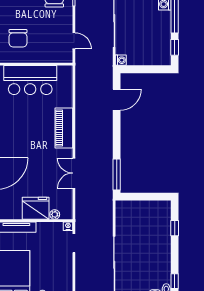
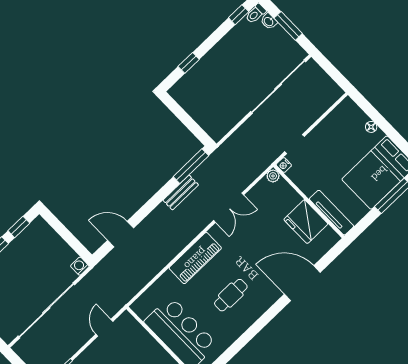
cafe table: (24, 128) -> (231, 295), added
bench: (108, 155) -> (181, 193), added
fridge: (36, 208) -> (306, 222), moved
plant: (55, 214) -> (273, 176), moved

